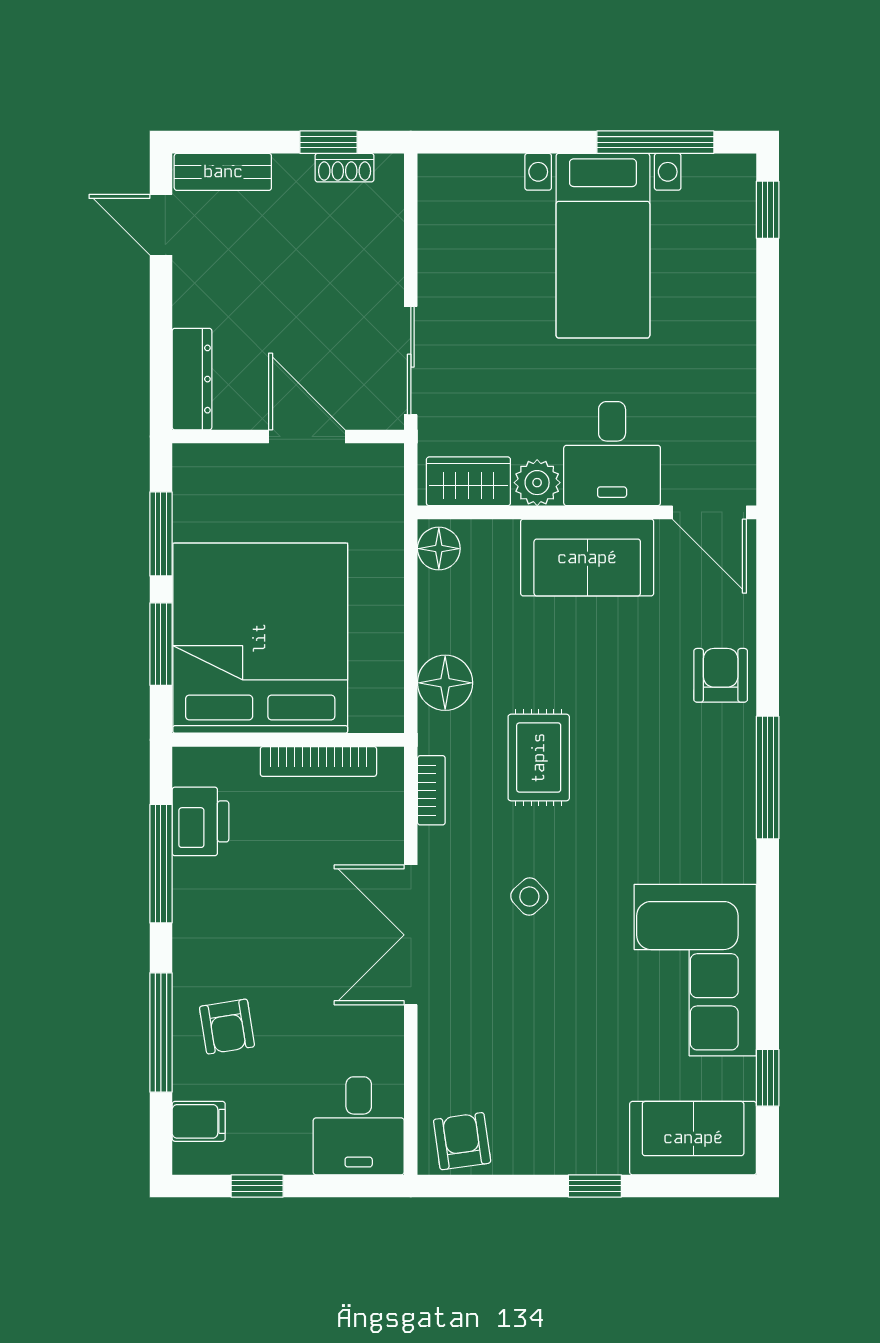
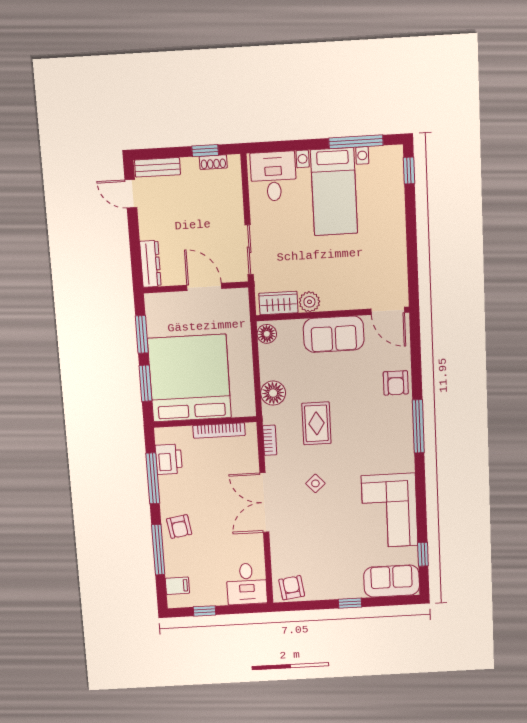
desk: (612, 454) -> (273, 176), moved, turned 180
armchair: (721, 675) -> (396, 383), turned 180
armchair: (227, 1027) -> (179, 527), moved

